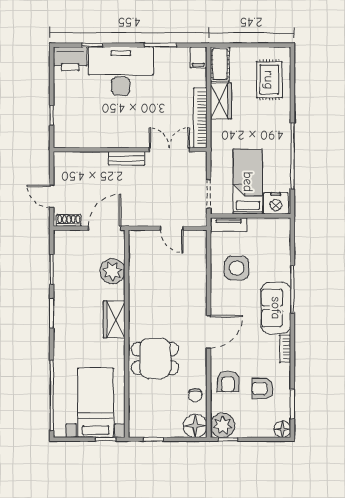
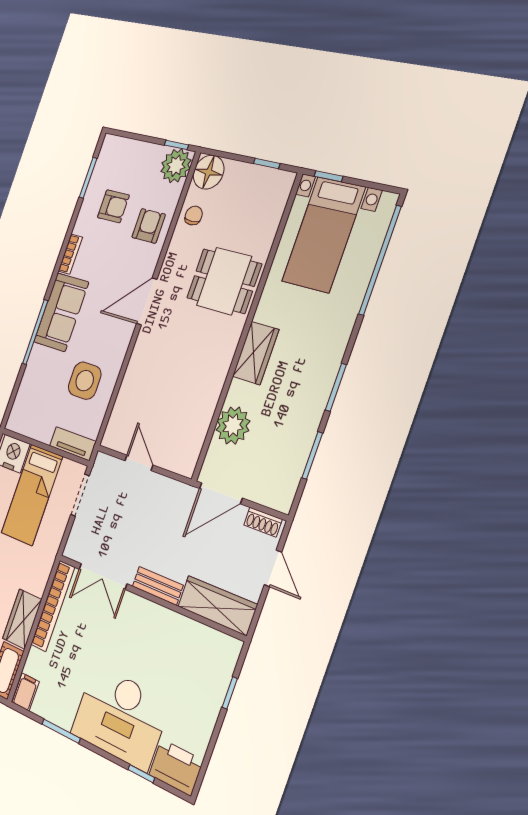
wardrobe: (80, 162) -> (217, 605), added
floor lamp: (282, 429) -> (111, 146), removed

